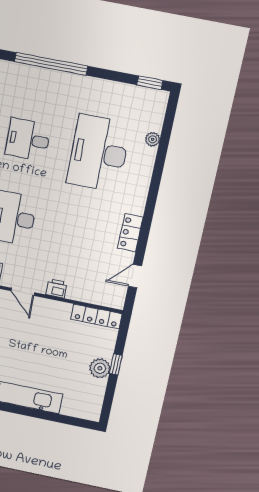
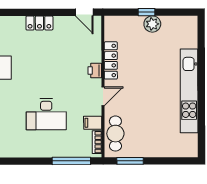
door: (135, 276) -> (84, 12), moved
locker: (96, 316) -> (111, 60), moved

